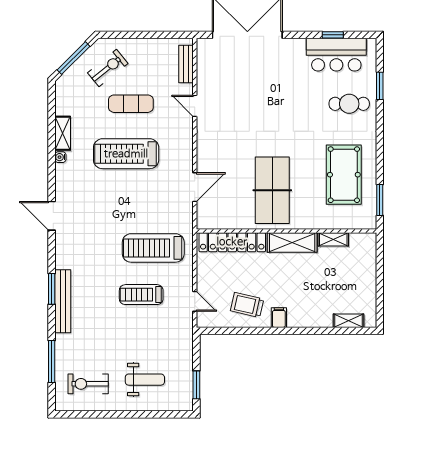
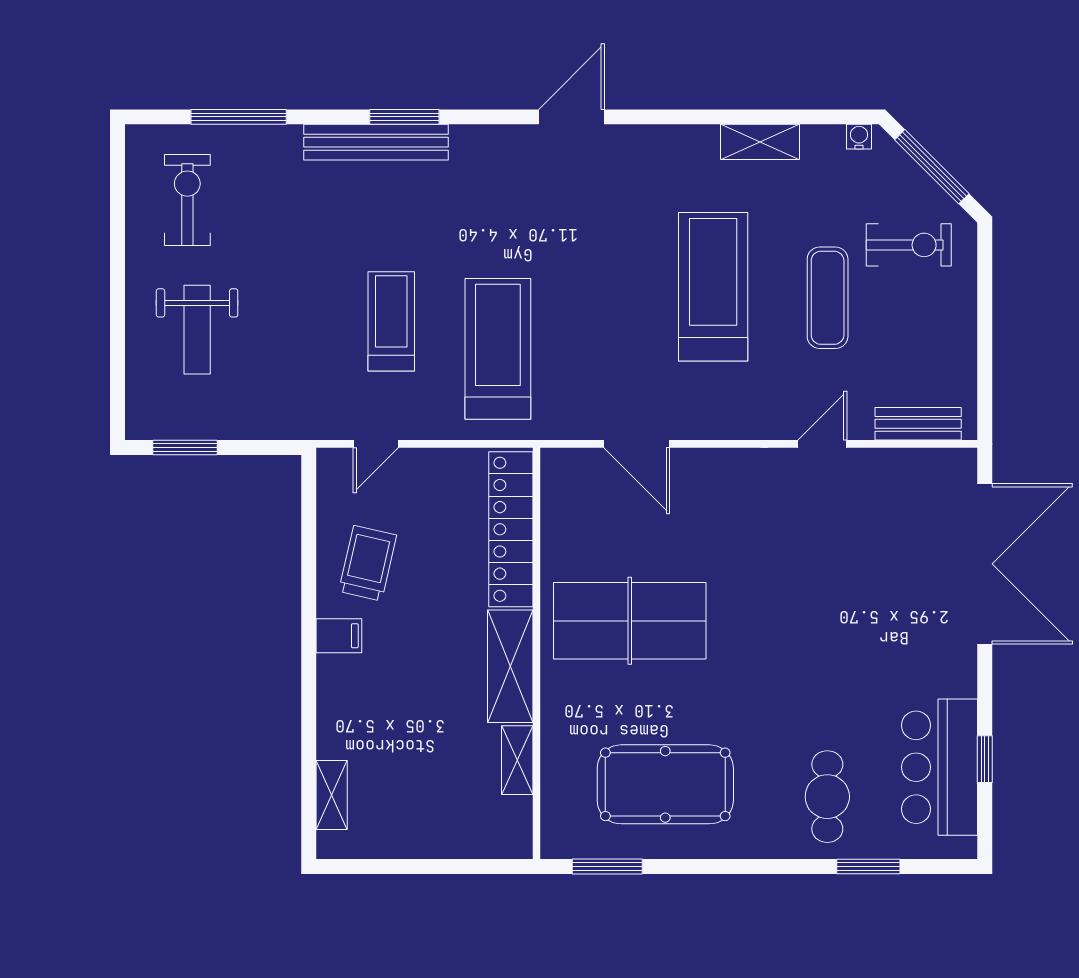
exercise bike: (108, 68) -> (909, 245), turned -51
water cooler: (60, 157) -> (859, 137), moved

